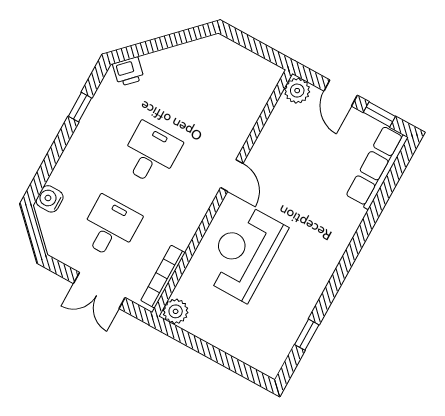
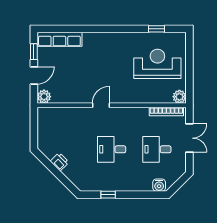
printer: (128, 72) -> (60, 162), moved
reception desk: (244, 253) -> (157, 64), moved, turned 180

